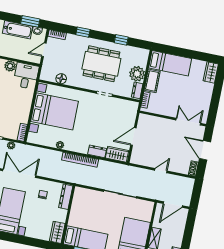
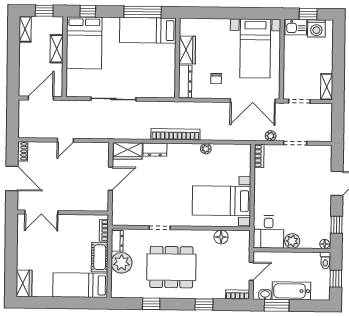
bed with nightstands: (55, 111) -> (222, 201), width x0.73
wardrobe: (57, 232) -> (187, 50), moved

